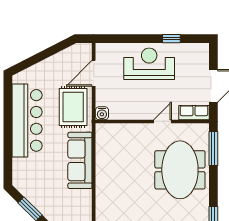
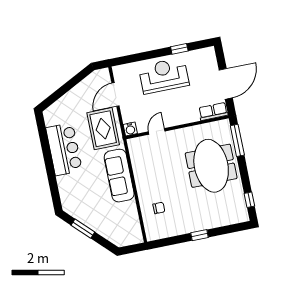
bar counter: (27, 120) -> (64, 149), width x0.73
door: (163, 121) -> (157, 131), moved
chair: (115, 203) -> (159, 208), added

